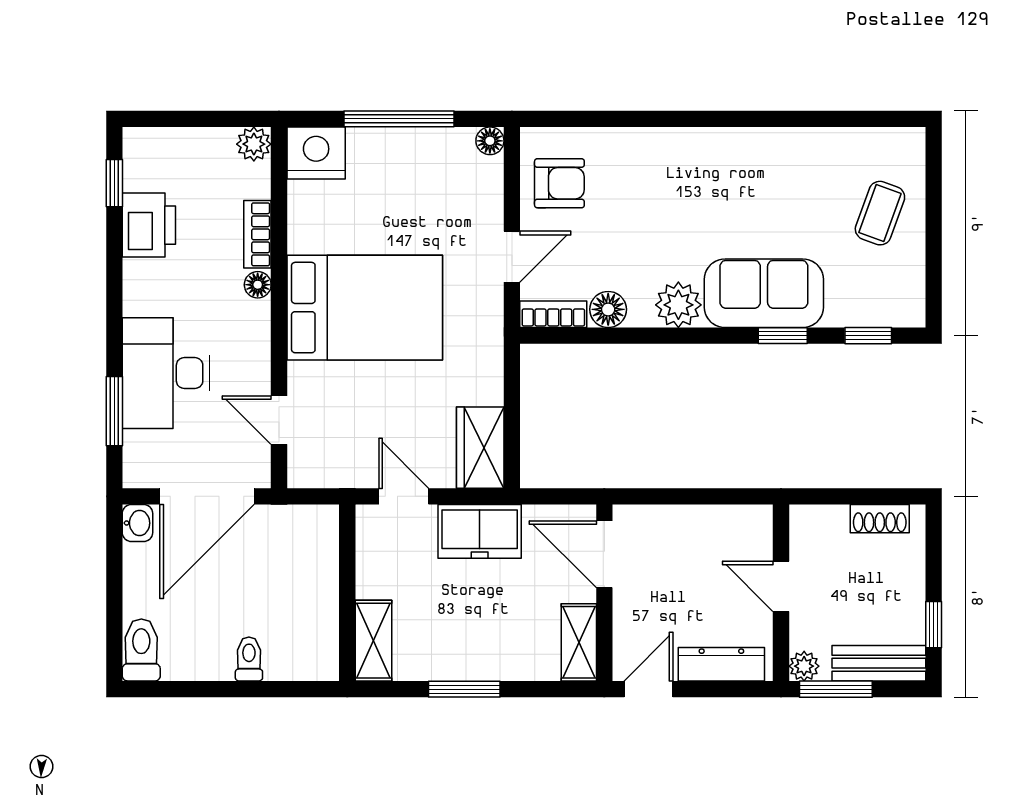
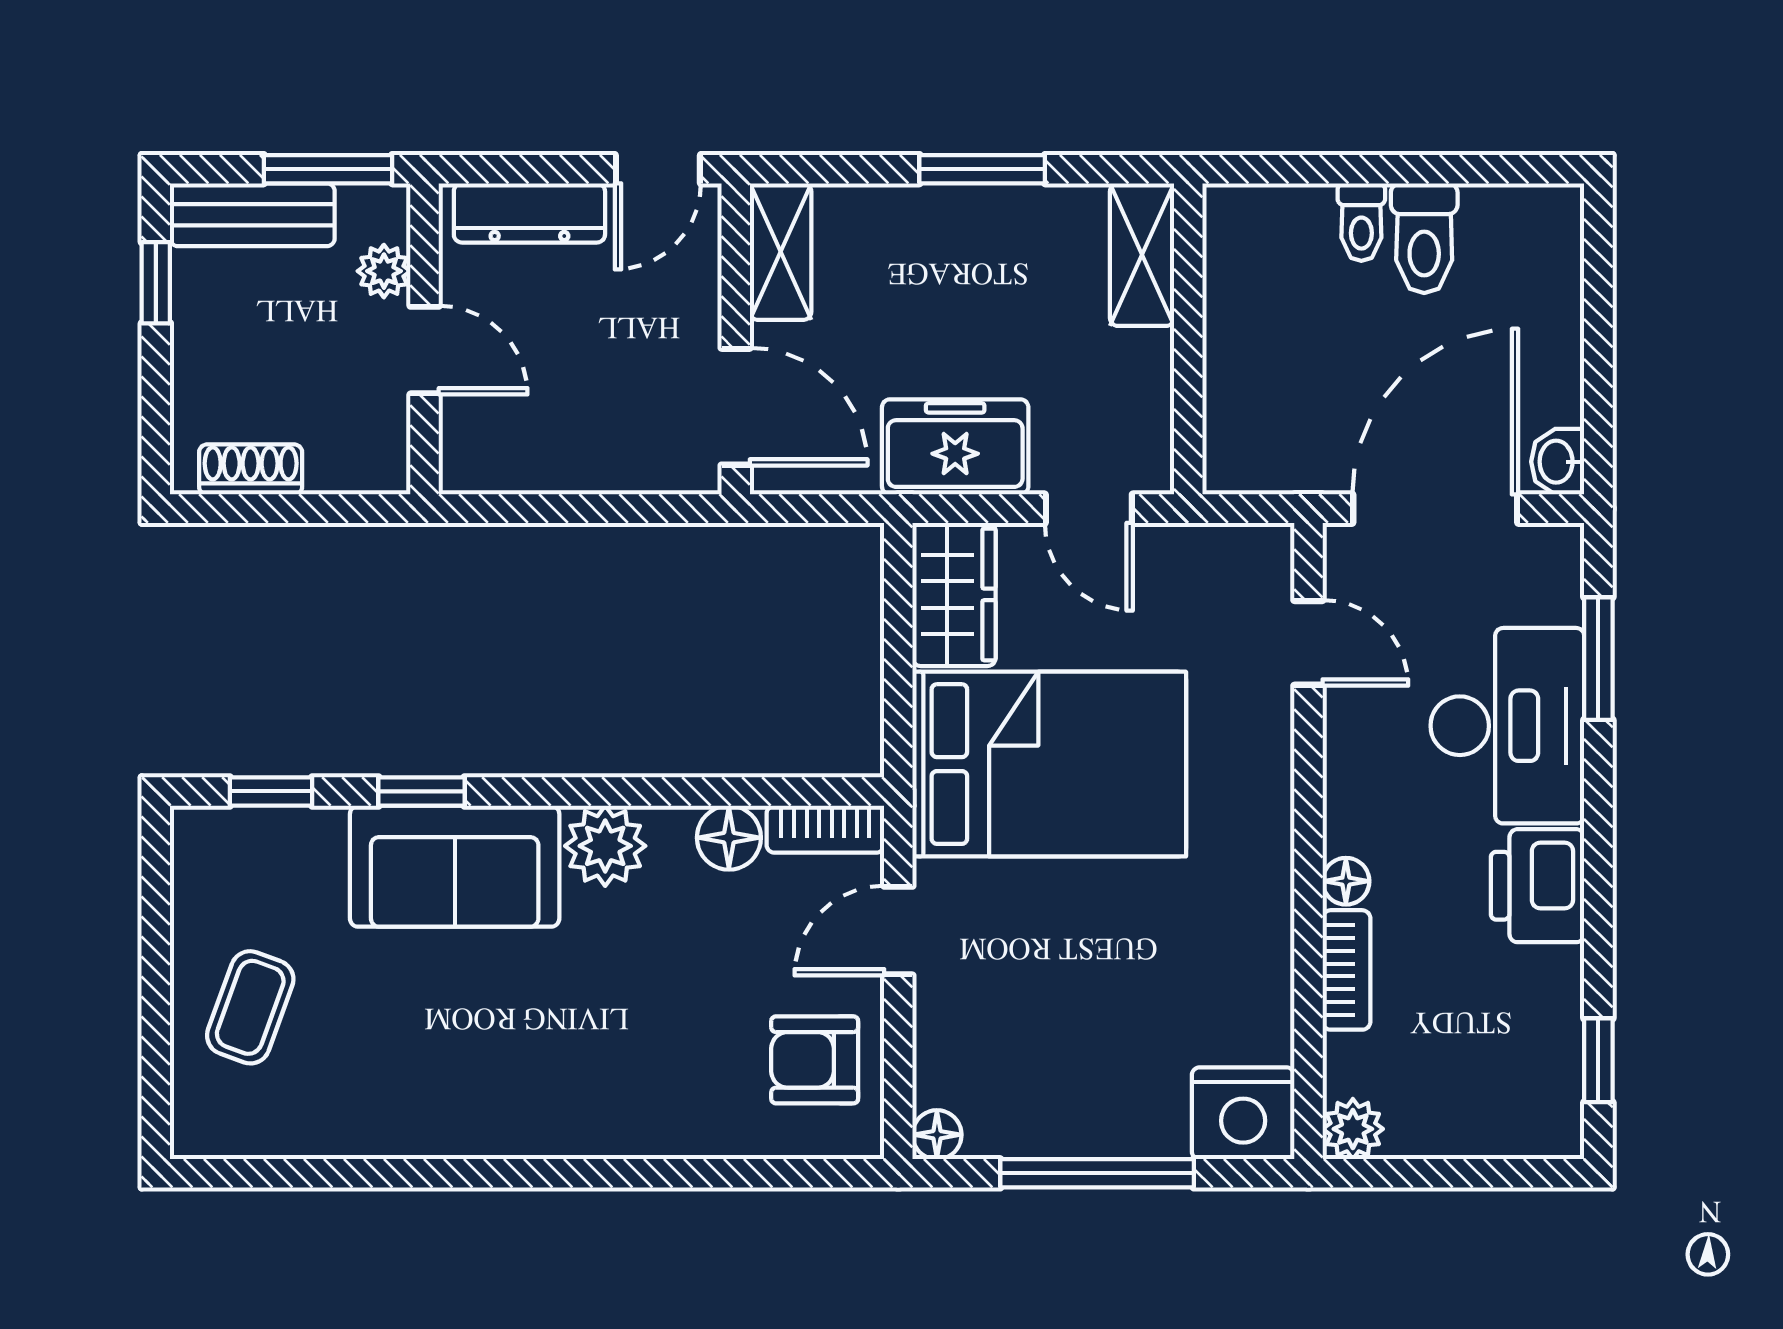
printer: (149, 225) -> (1538, 886), moved
bed: (365, 308) -> (1049, 764), moved, turned 180
toilet: (141, 650) -> (1424, 238), moved
plant: (804, 666) -> (384, 271), moved

